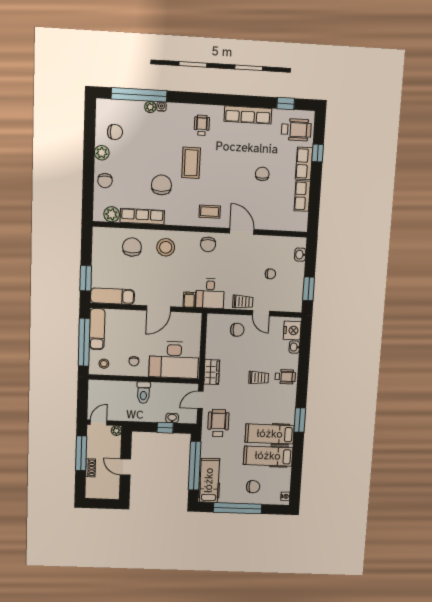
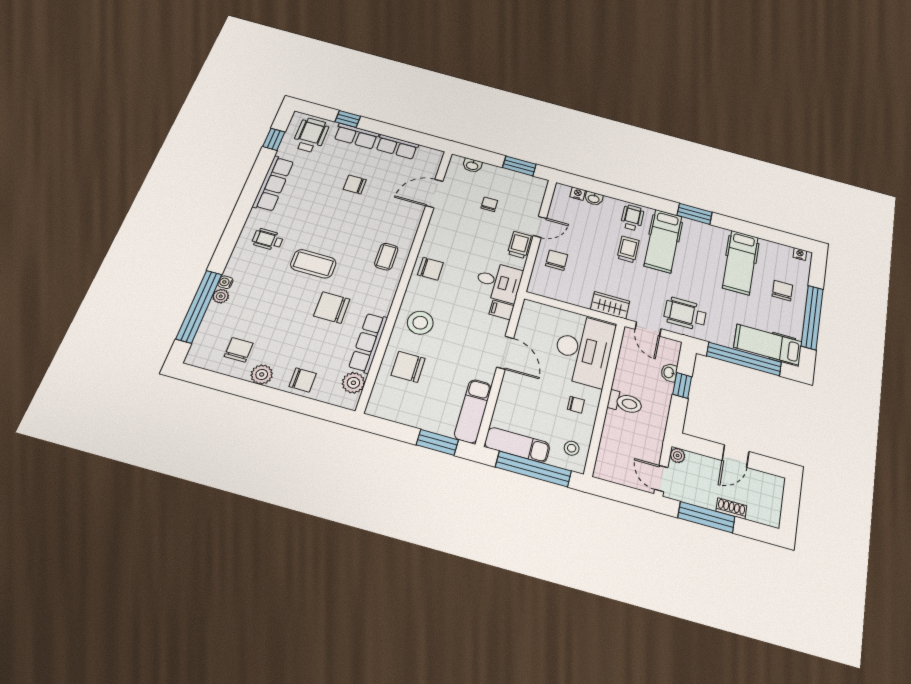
door: (242, 231) -> (434, 194), moved
nightstand: (292, 330) -> (578, 194), width x0.53, depth x0.56
hospital bed: (270, 434) -> (663, 241), moved

